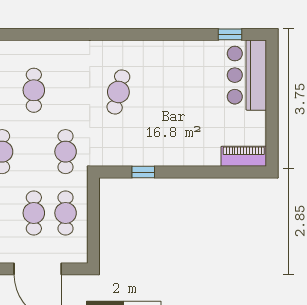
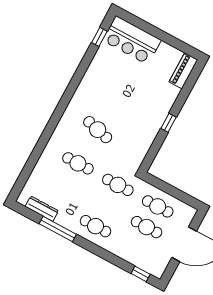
cafe table: (34, 90) -> (78, 163), moved
window: (143, 172) -> (169, 123), moved

